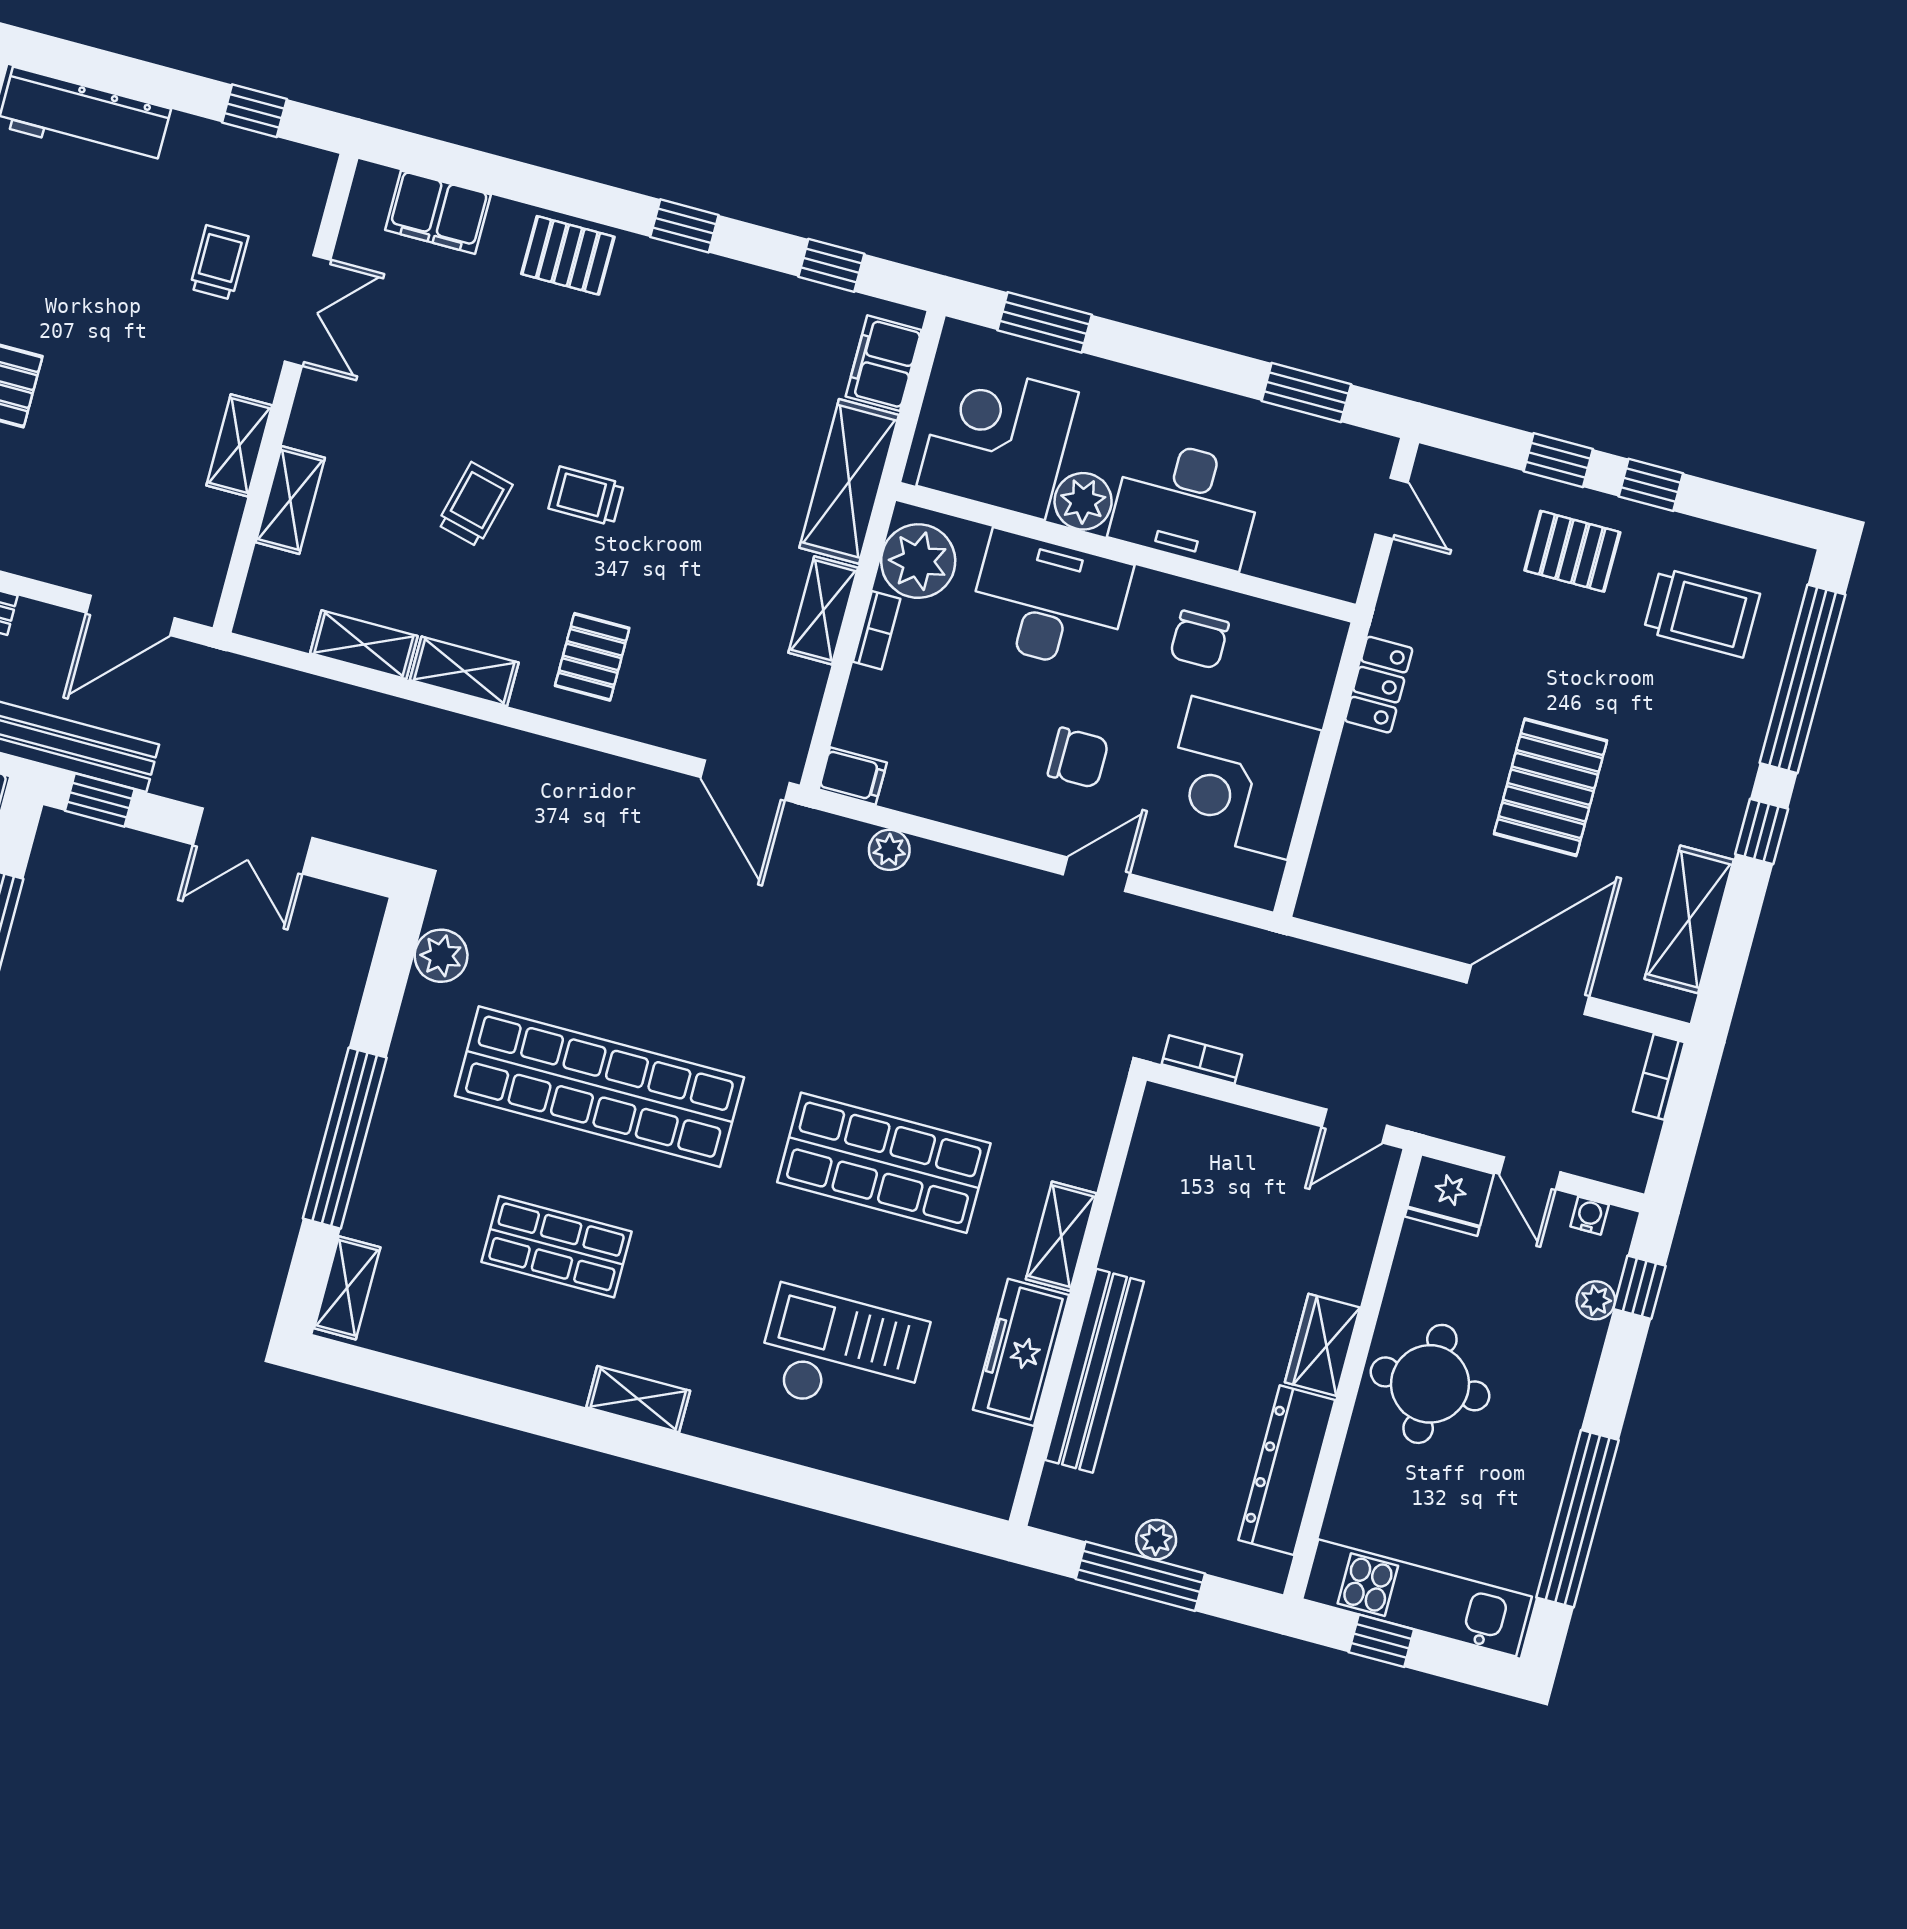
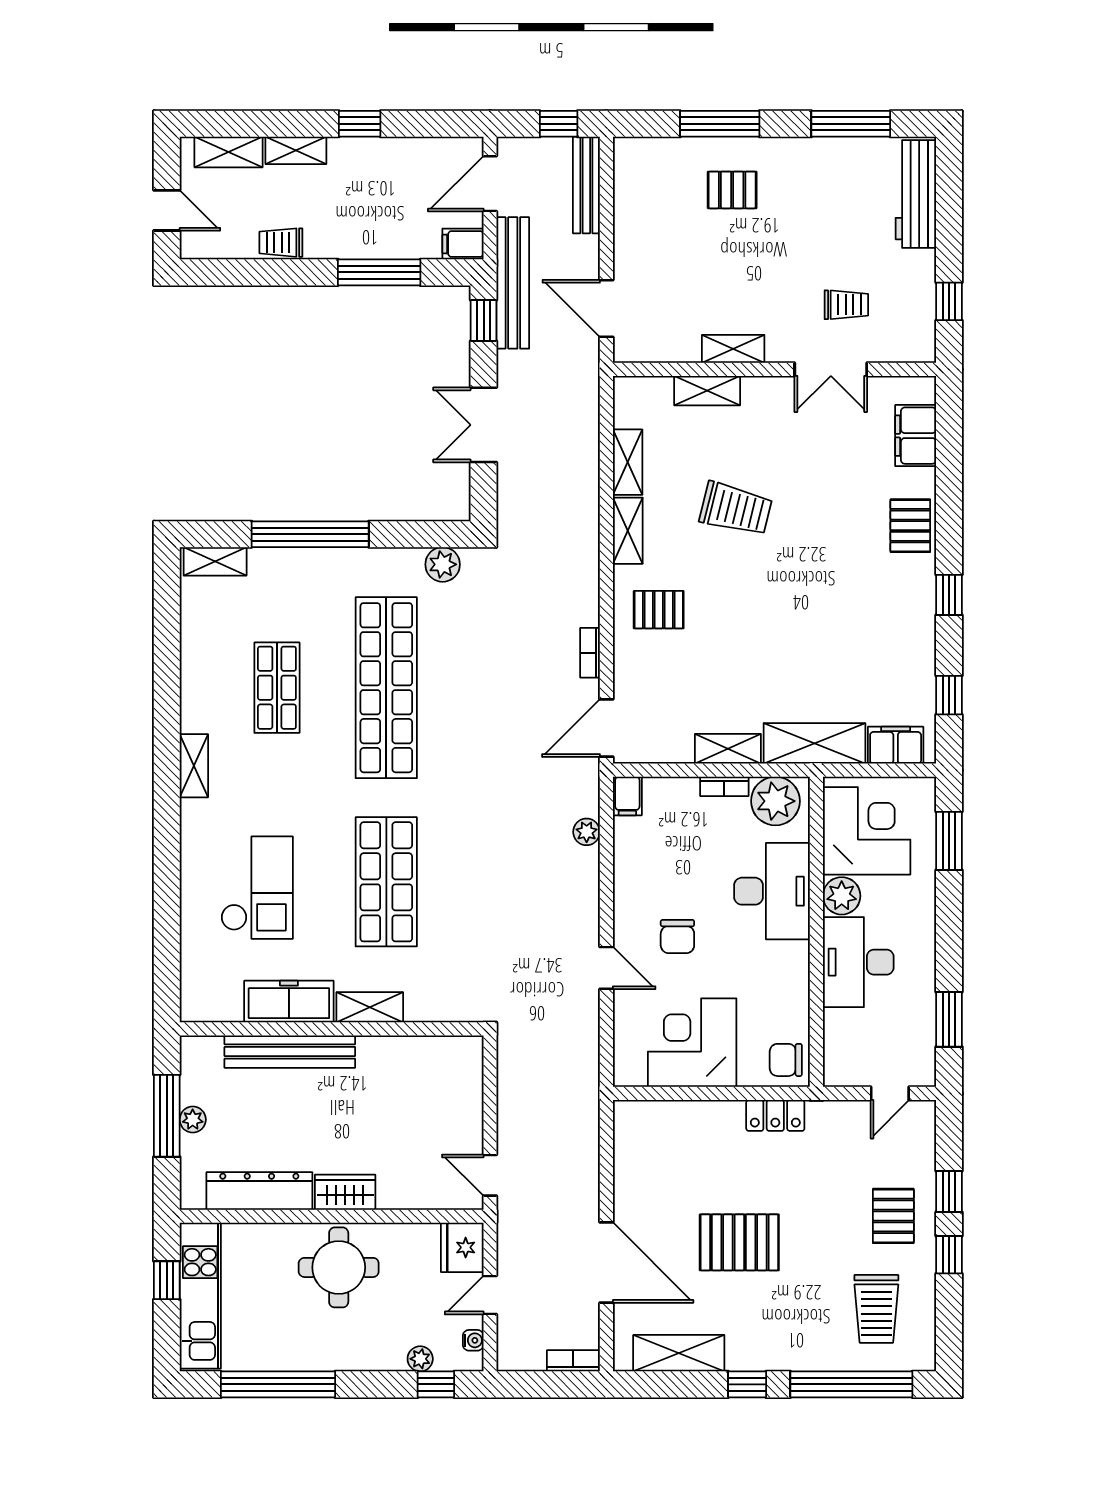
trolley: (586, 496) -> (760, 578), removed
trolley: (475, 505) -> (736, 509), width x1.36, depth x1.39
chair: (1199, 640) -> (786, 1060), moved
bookcase: (1202, 1059) -> (590, 653), moved, turned 180

